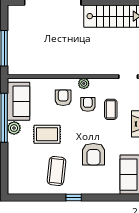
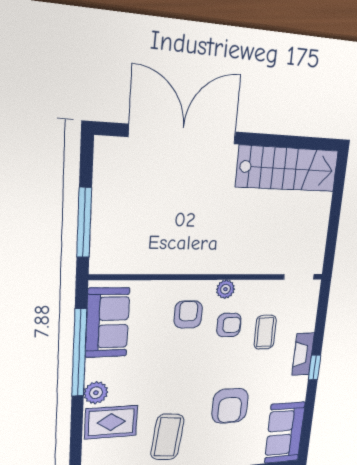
armchair: (88, 104) -> (229, 325), turned 90
plant: (14, 128) -> (96, 393), moved
rug: (47, 134) -> (111, 422), moved

